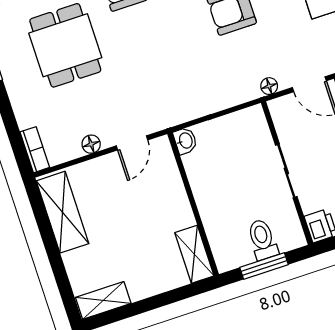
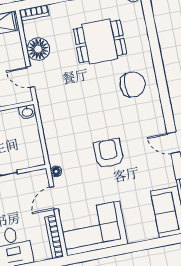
floor lamp: (91, 144) -> (38, 49), width x1.89, depth x1.89

